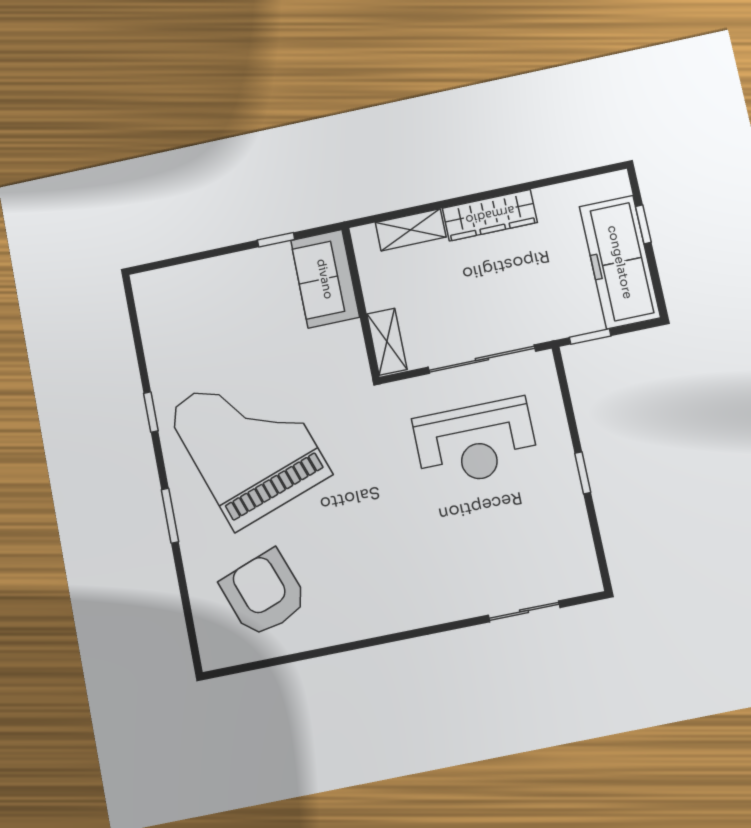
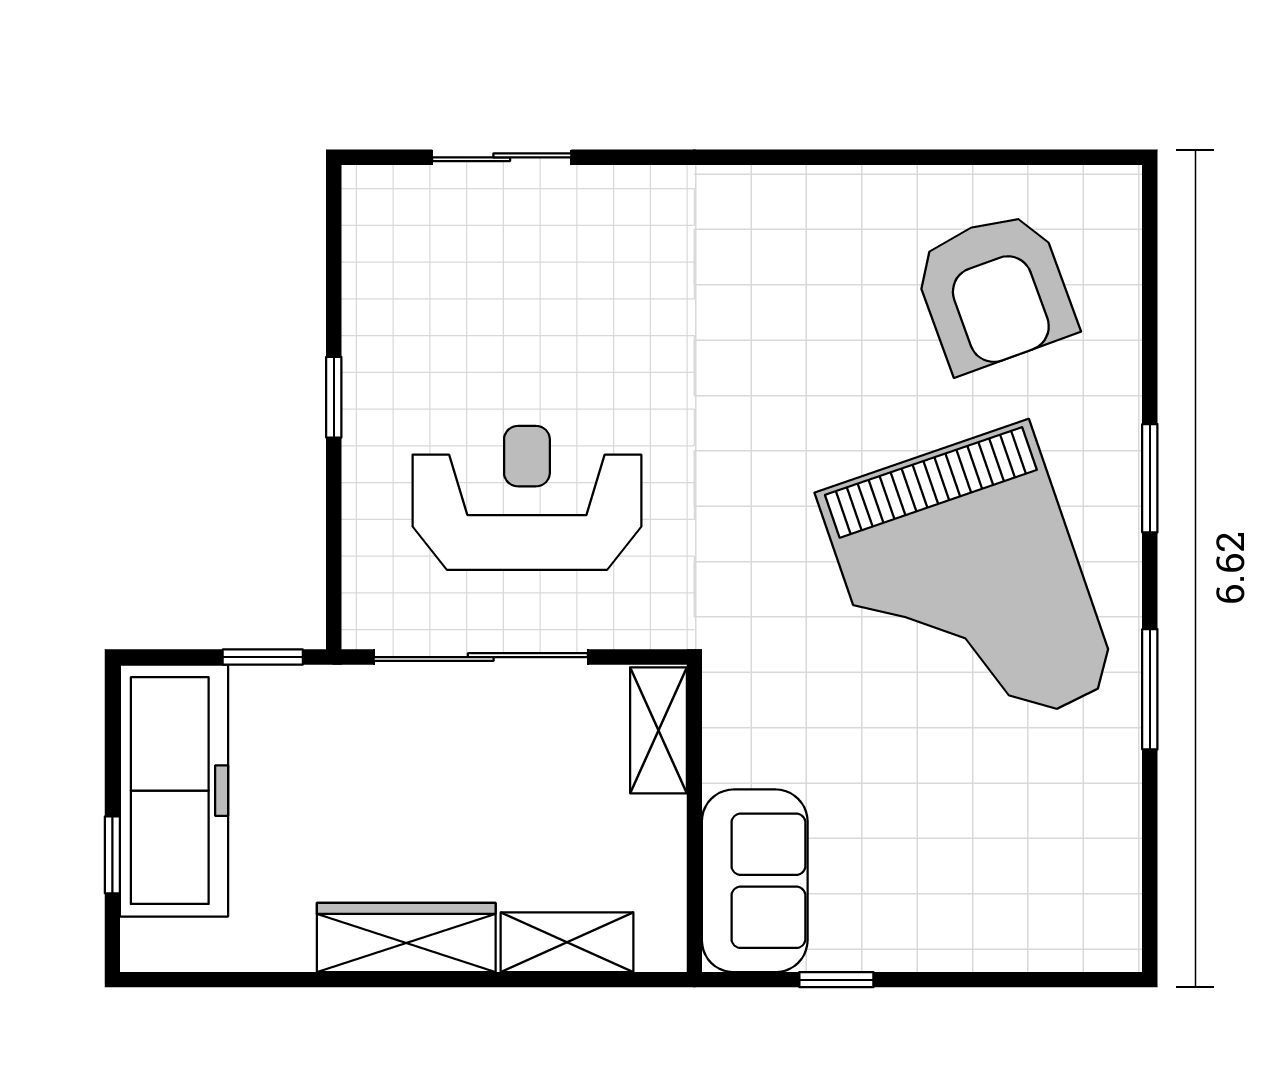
window: (151, 412) -> (1150, 689), width x1.50

